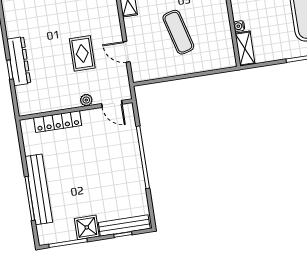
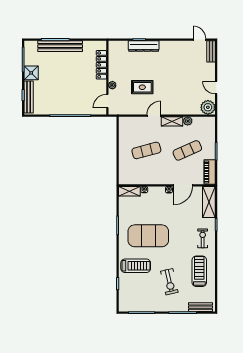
door: (127, 52) -> (154, 116), moved

